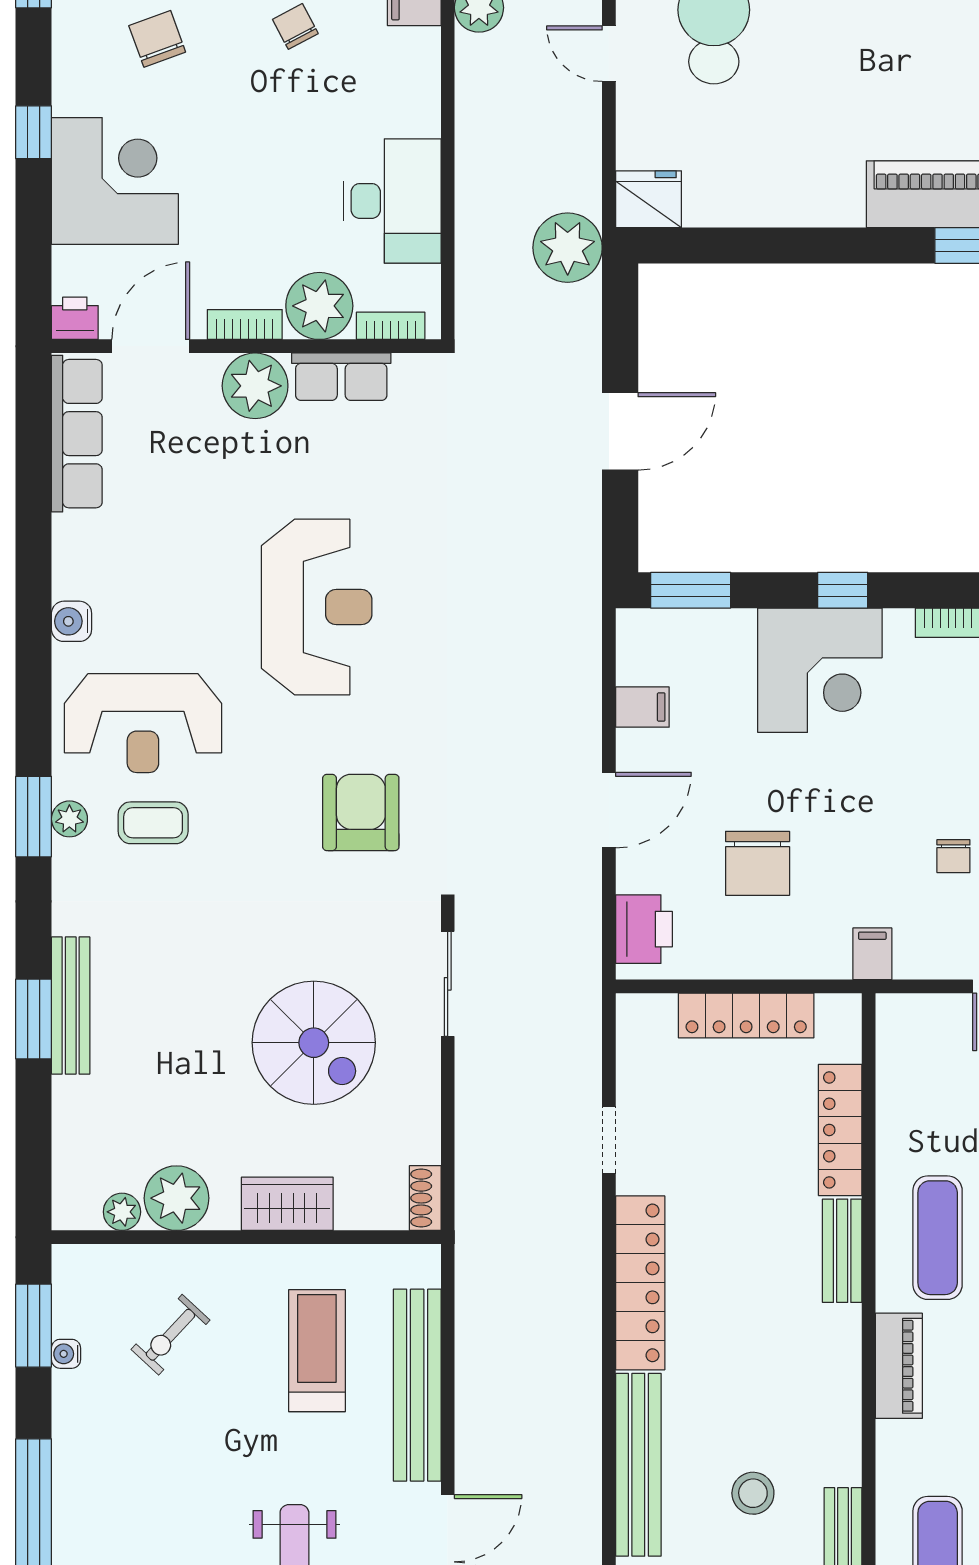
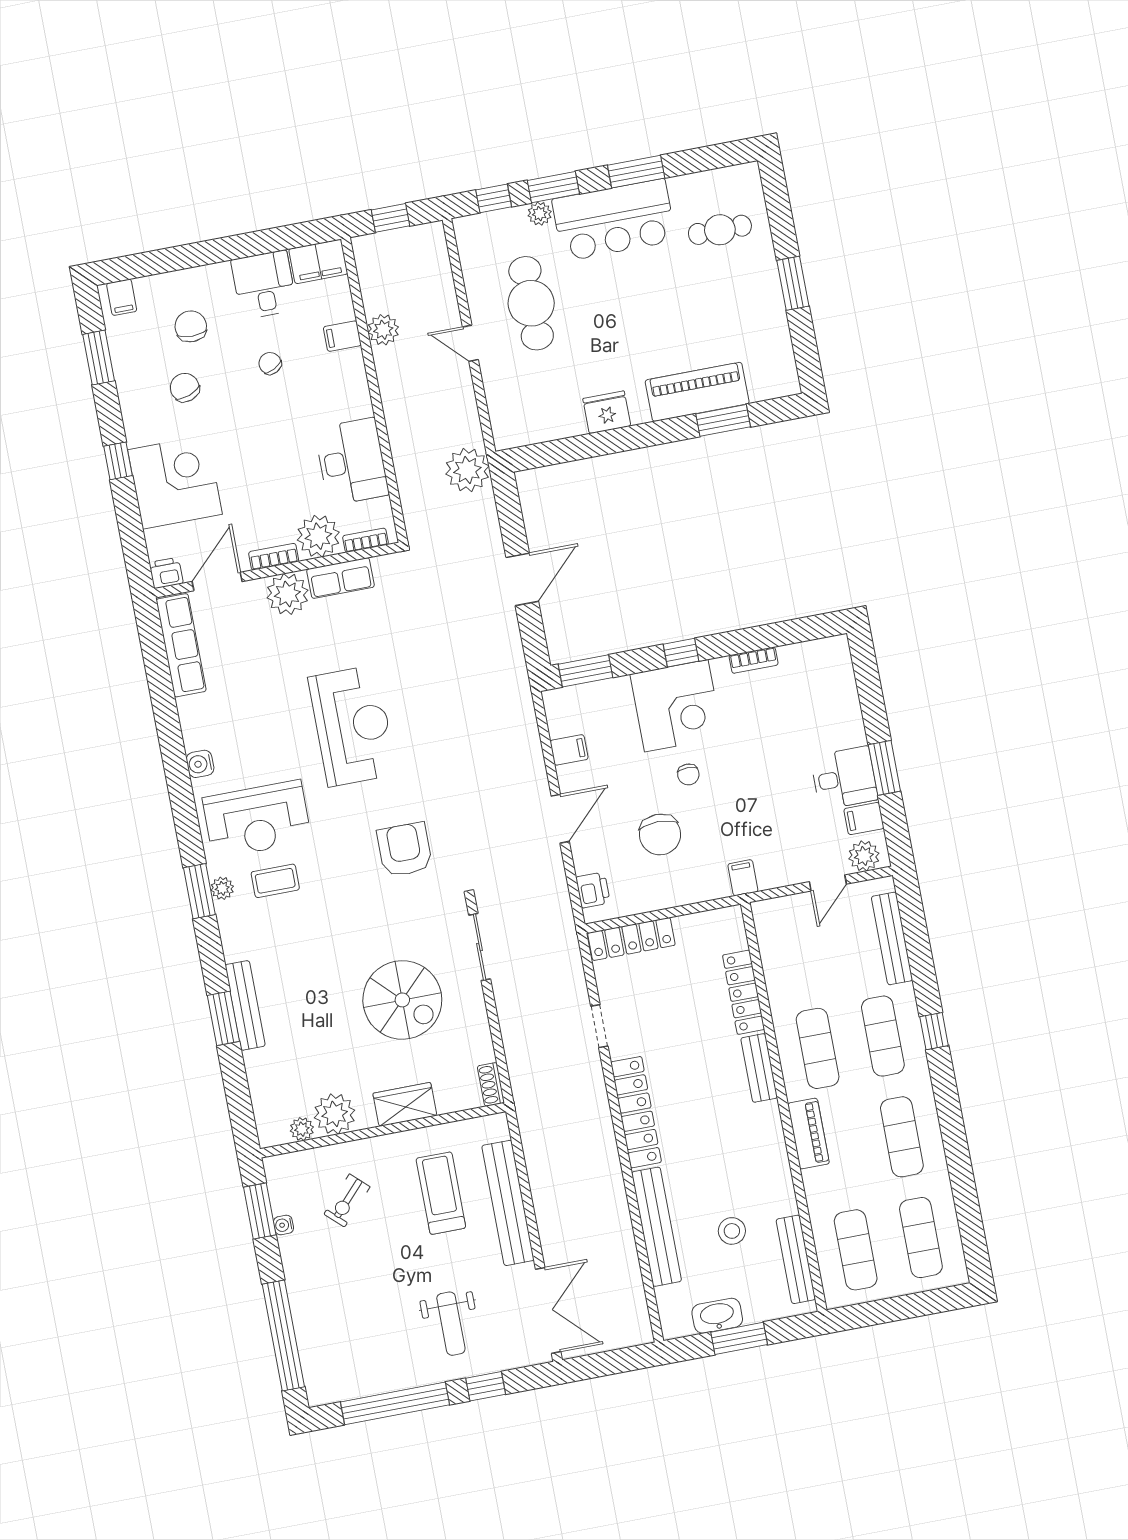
fridge: (649, 199) -> (607, 412), moved
chair: (953, 856) -> (688, 774), moved
printer: (644, 929) -> (593, 890), width x0.73, depth x0.81
locker: (746, 1016) -> (631, 939), moved

